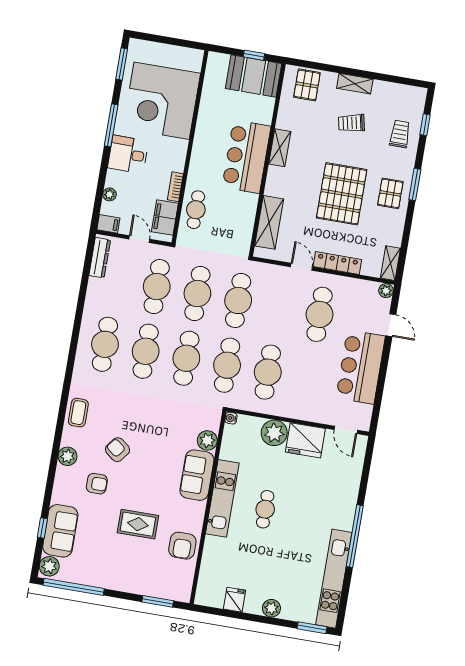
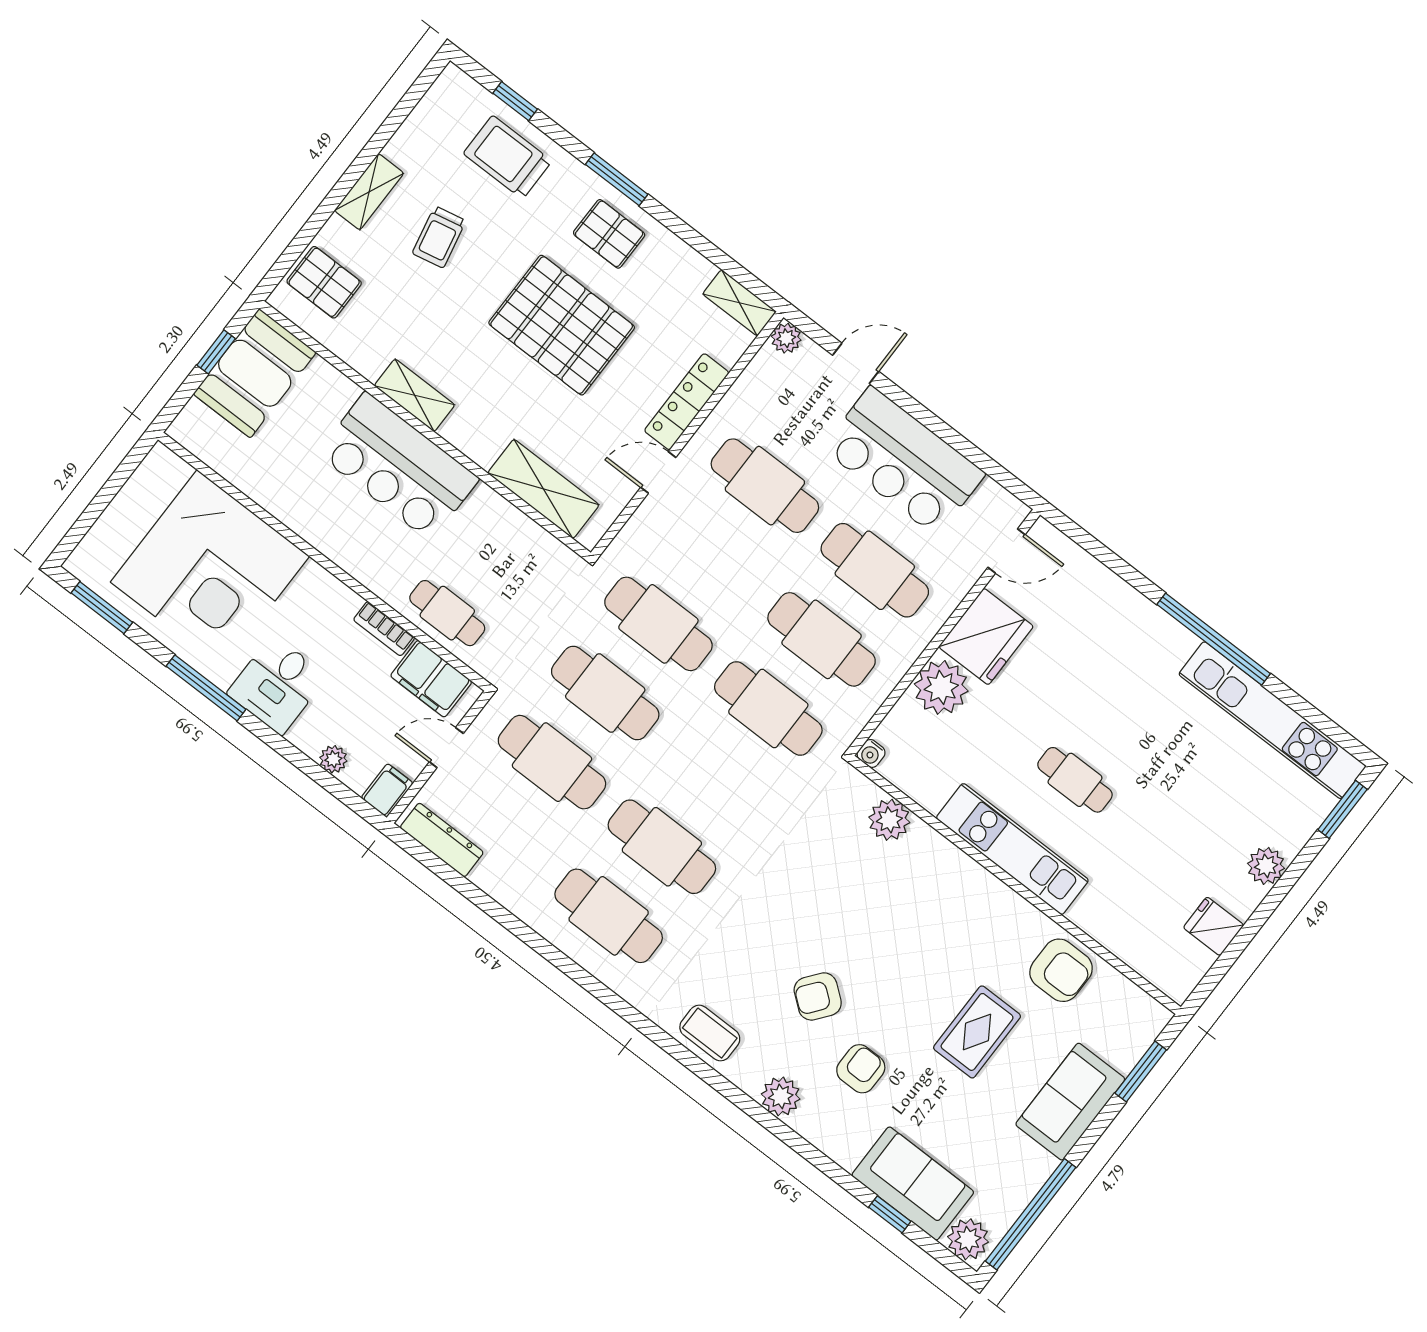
trolley: (400, 134) -> (508, 157), width x1.36, depth x1.39
cafe table: (186, 358) -> (875, 570), moved
sofa: (197, 475) -> (1070, 1102), moved, turned 90

